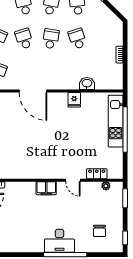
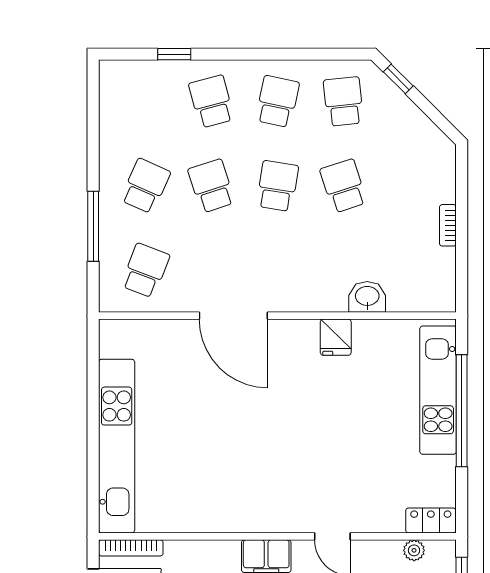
locker: (97, 174) -> (431, 520), moved

